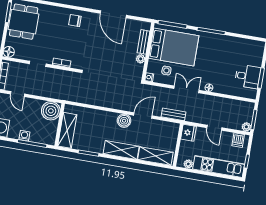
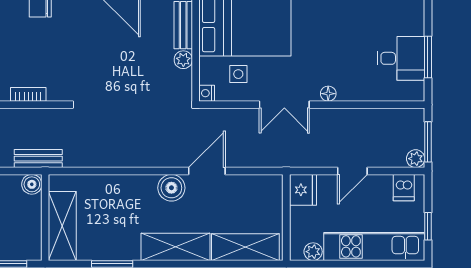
double door: (186, 89) -> (284, 105), swing flipped
boiler: (51, 111) -> (32, 184), width x0.54, depth x0.54
bench: (174, 114) -> (38, 159), moved
door: (214, 128) -> (352, 171), hinge flipped

